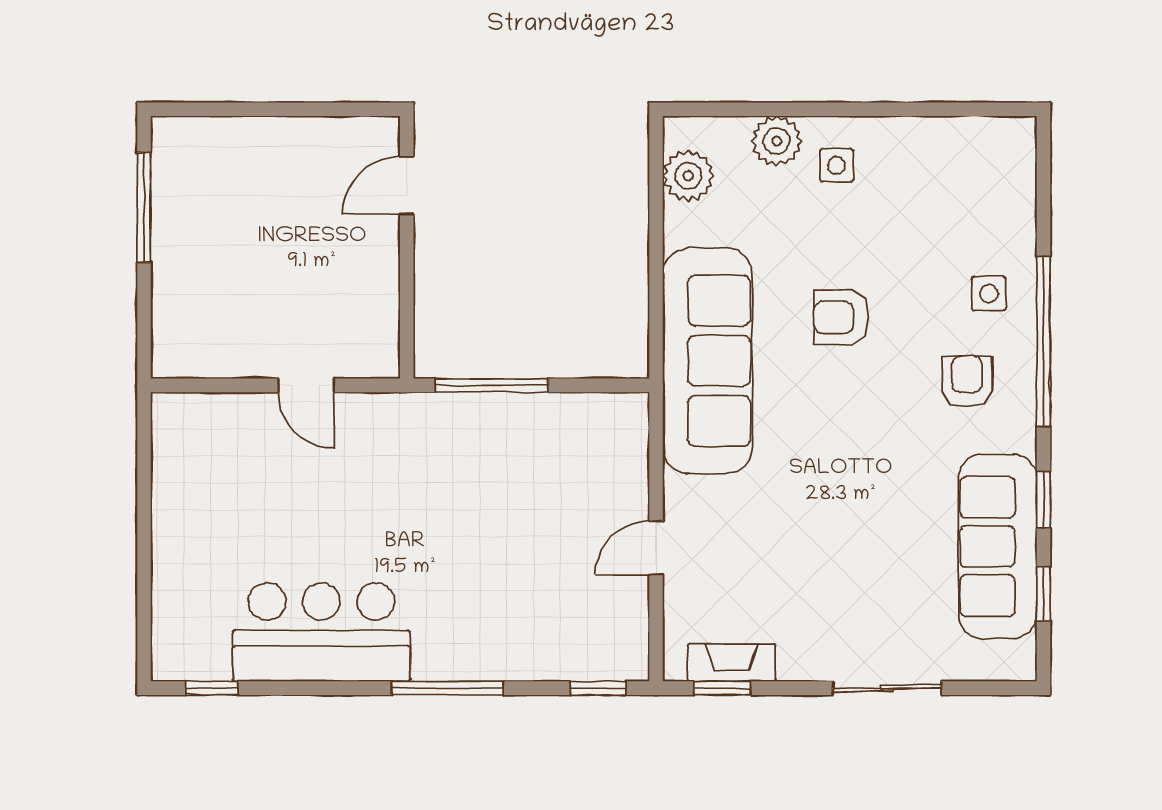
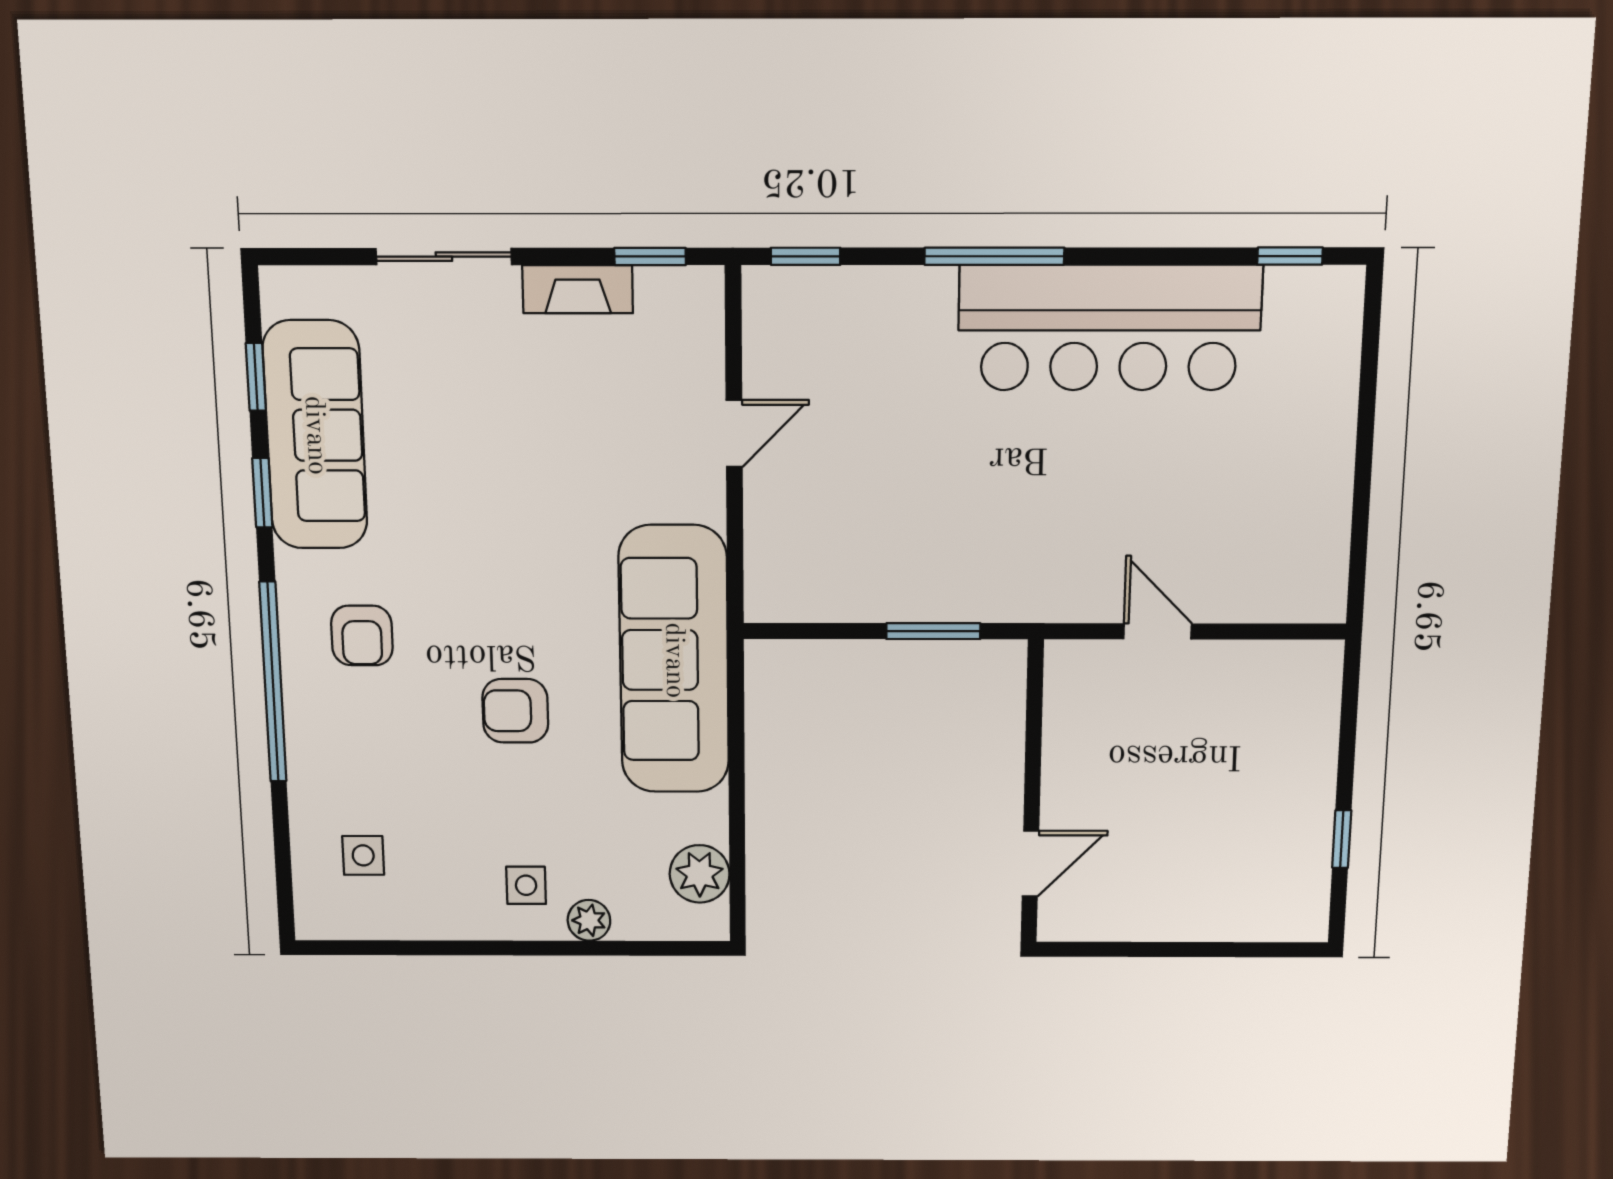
plant: (777, 141) -> (589, 920), width x0.73, depth x0.73
window: (144, 207) -> (1342, 839), width x0.46
side table: (989, 294) -> (363, 855), moved
armchair: (841, 317) -> (515, 711), turned 180
window: (492, 385) -> (933, 631), width x0.69
bar counter: (322, 632) -> (1109, 328), width x1.36
fireplace: (732, 663) -> (578, 289), moved

